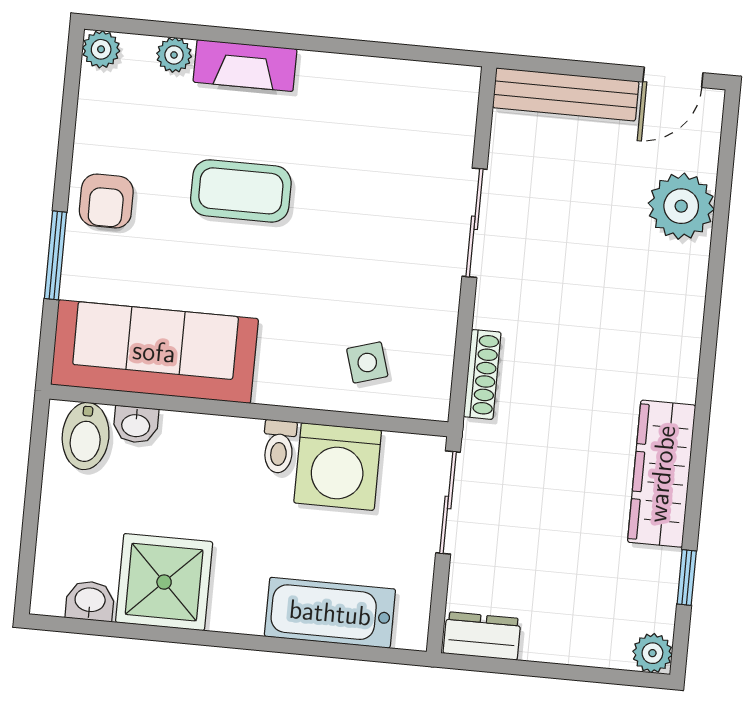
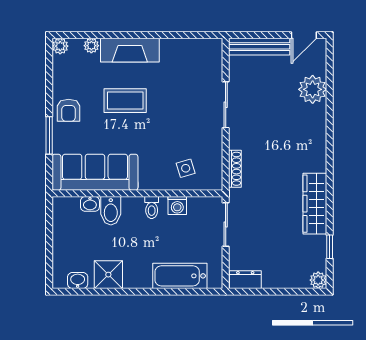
fireplace: (245, 66) -> (130, 50), width x1.37, depth x1.32
bidet: (86, 436) -> (111, 211), moved
washing machine: (338, 467) -> (177, 205), width x0.53, depth x0.53
shower: (164, 582) -> (108, 275), width x0.73, depth x0.73

